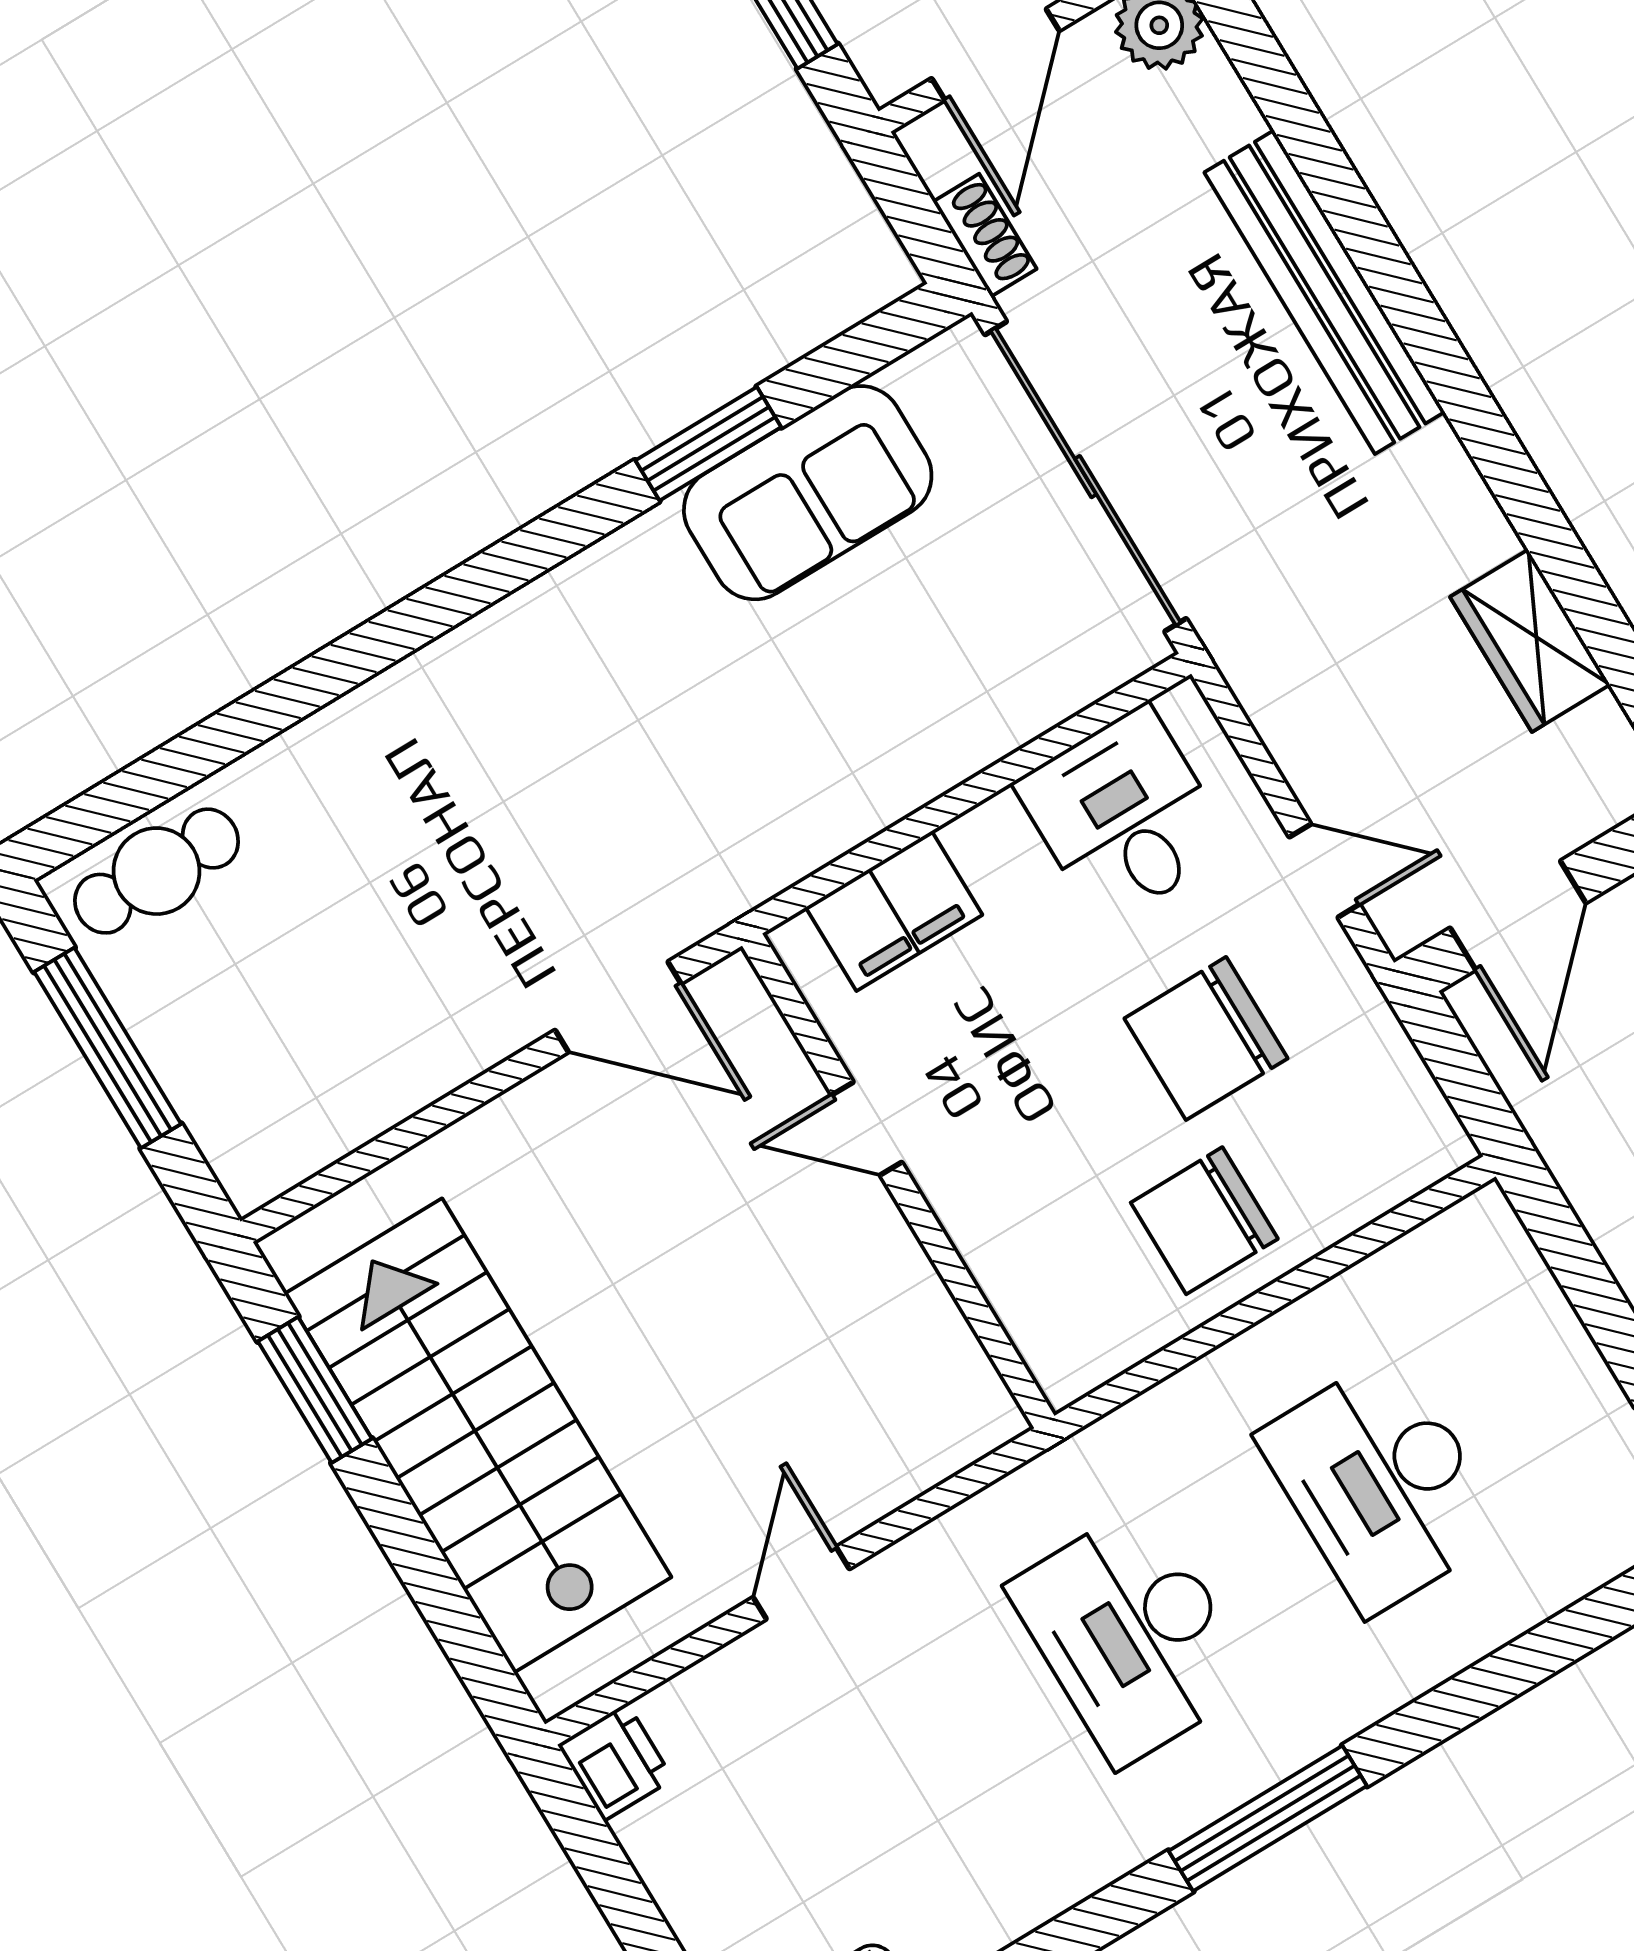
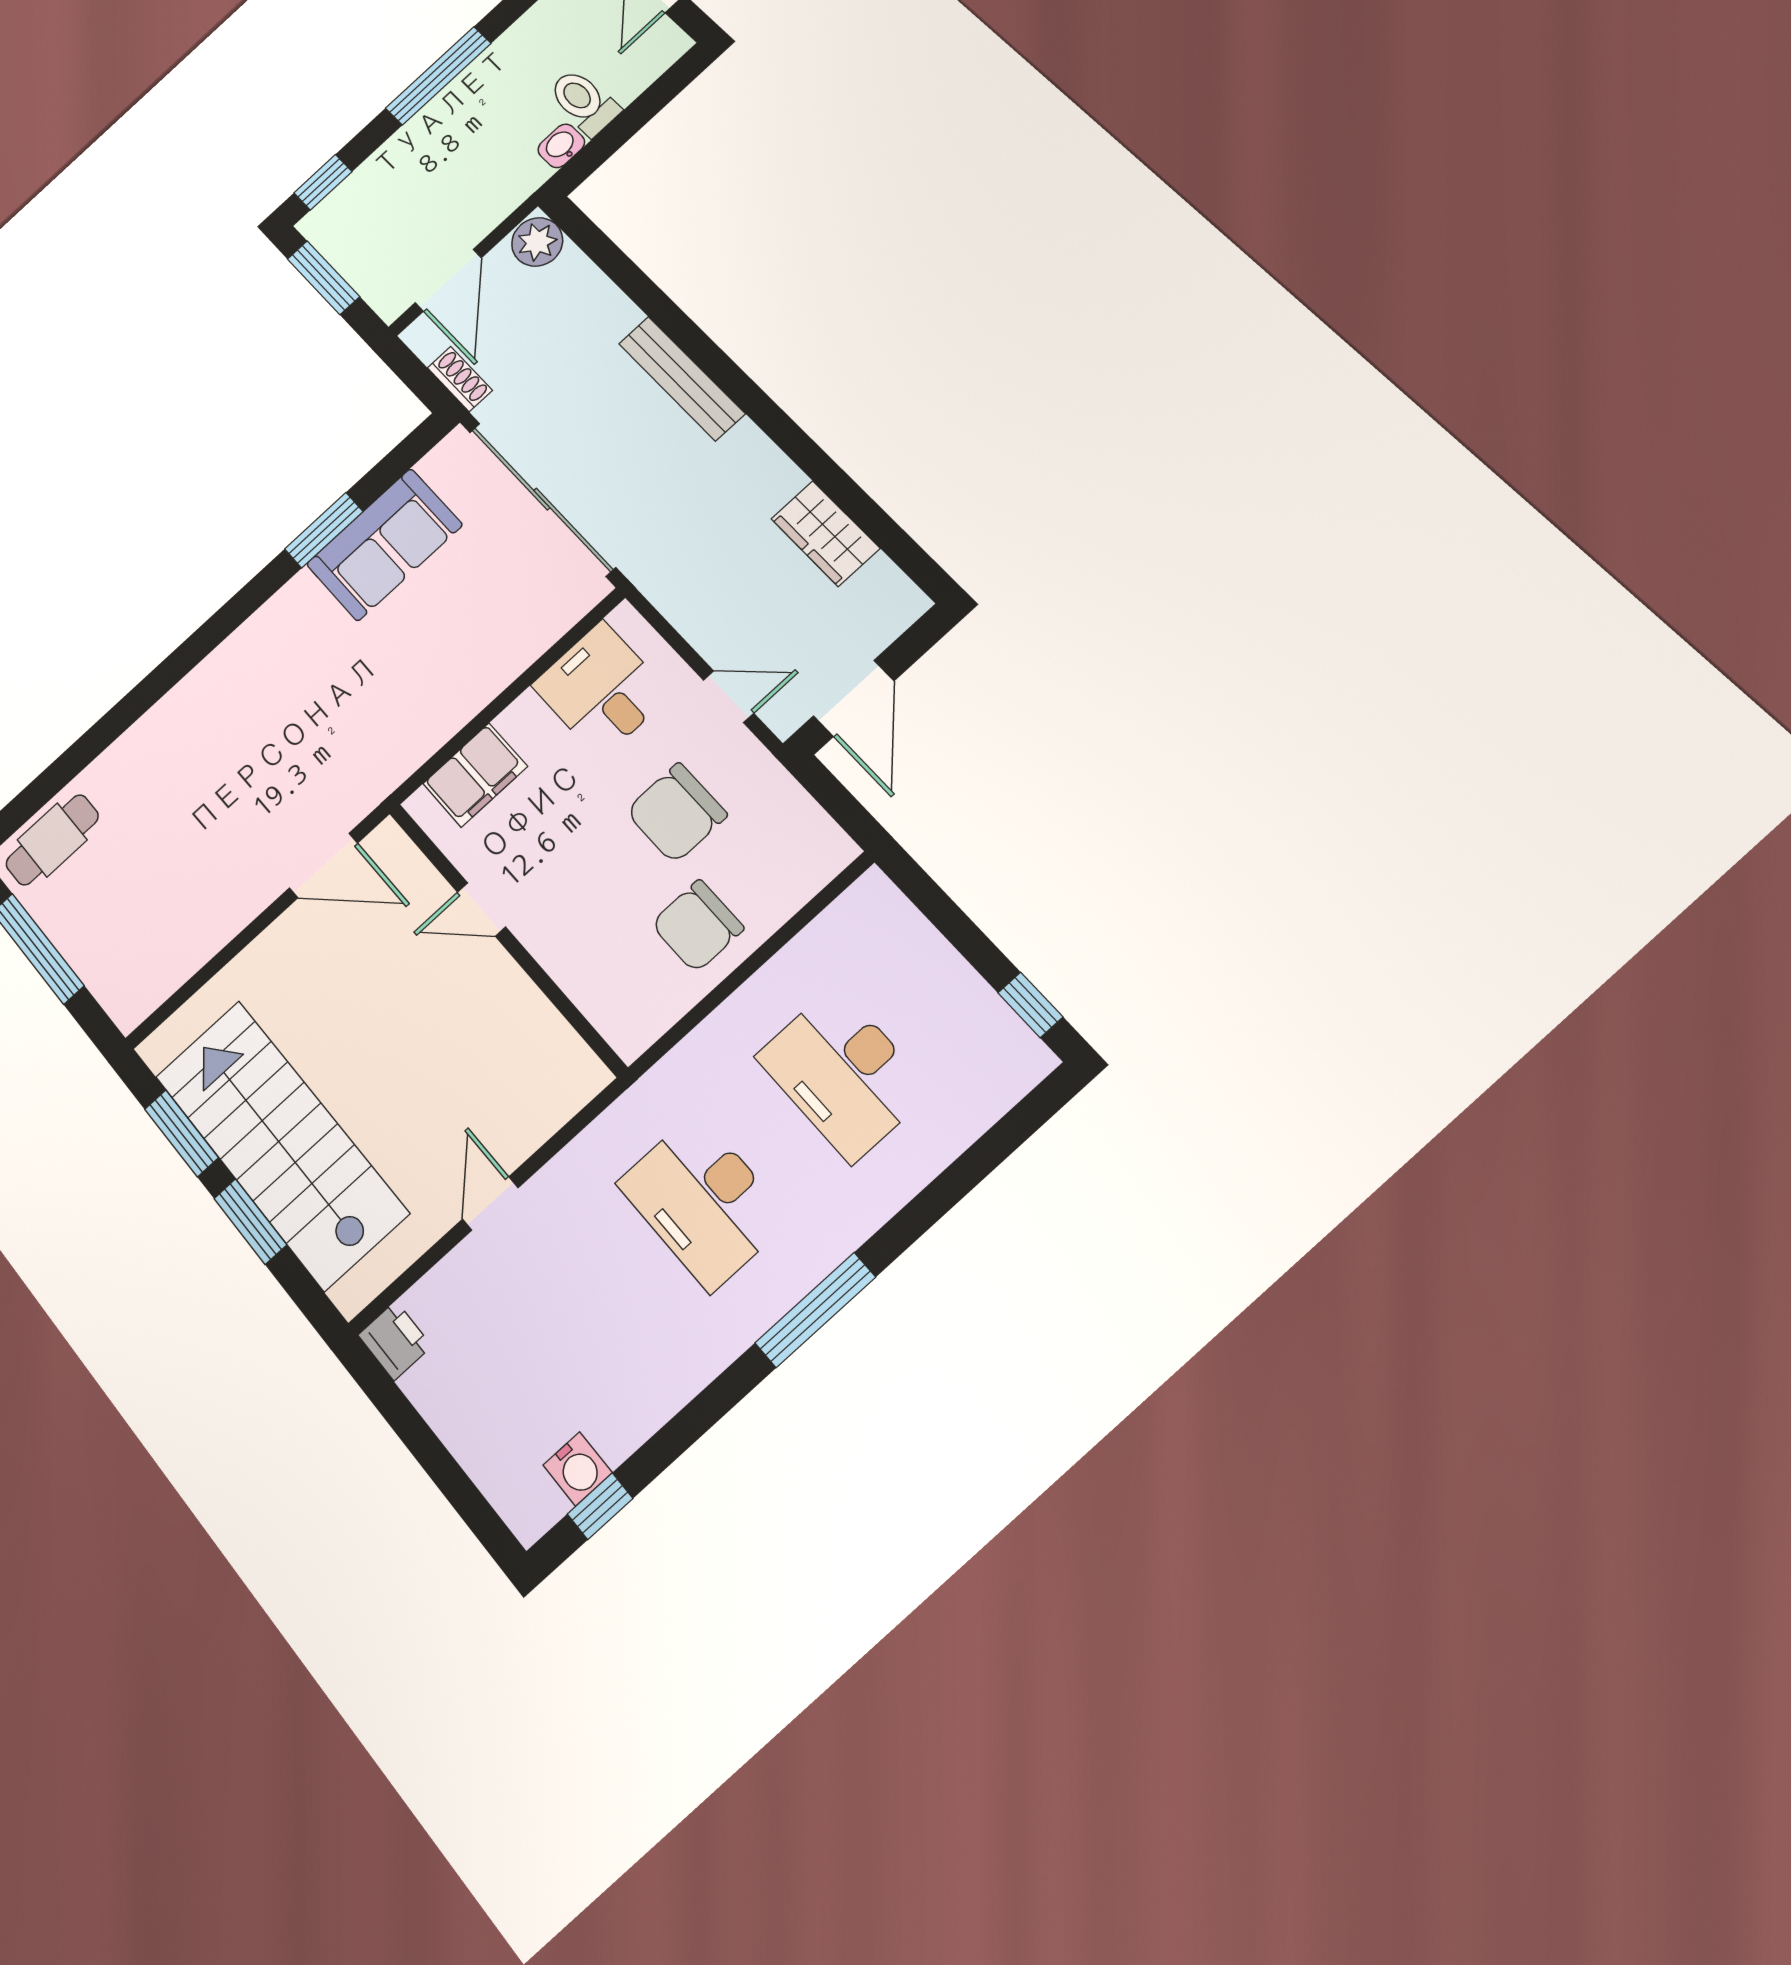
bench: (1325, 292) -> (682, 378), width x0.73, depth x0.82
window: (409, 1546) -> (250, 1222), added

